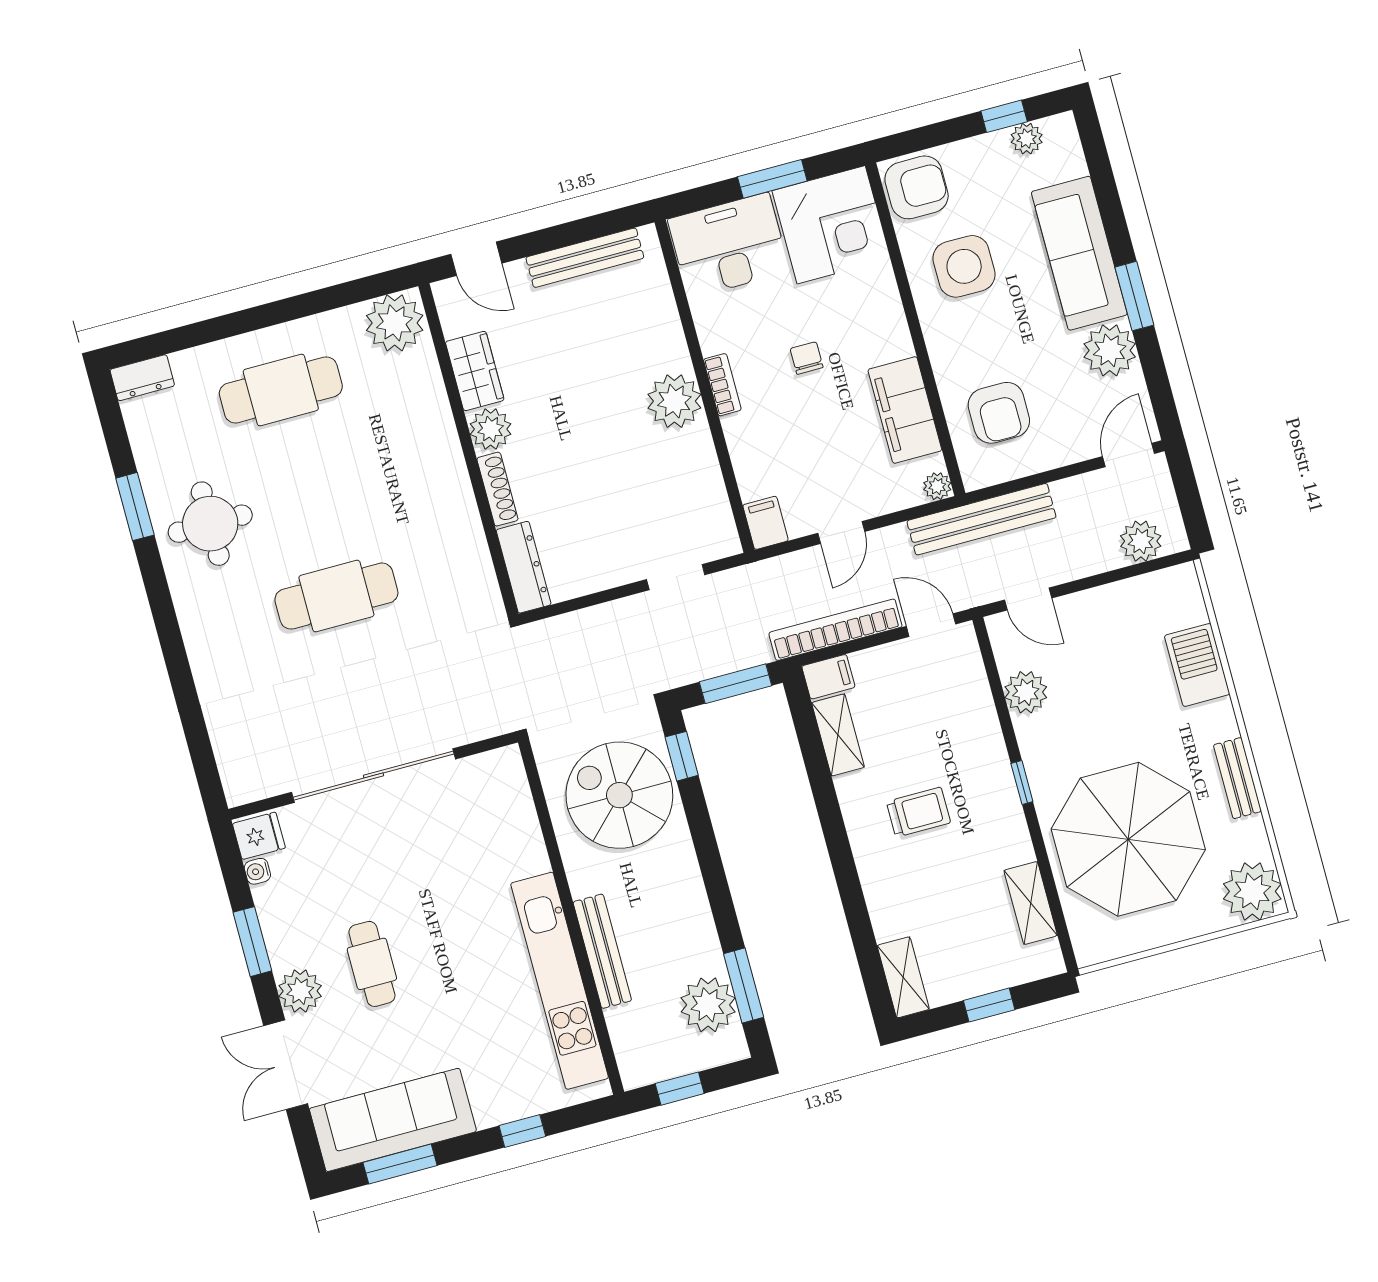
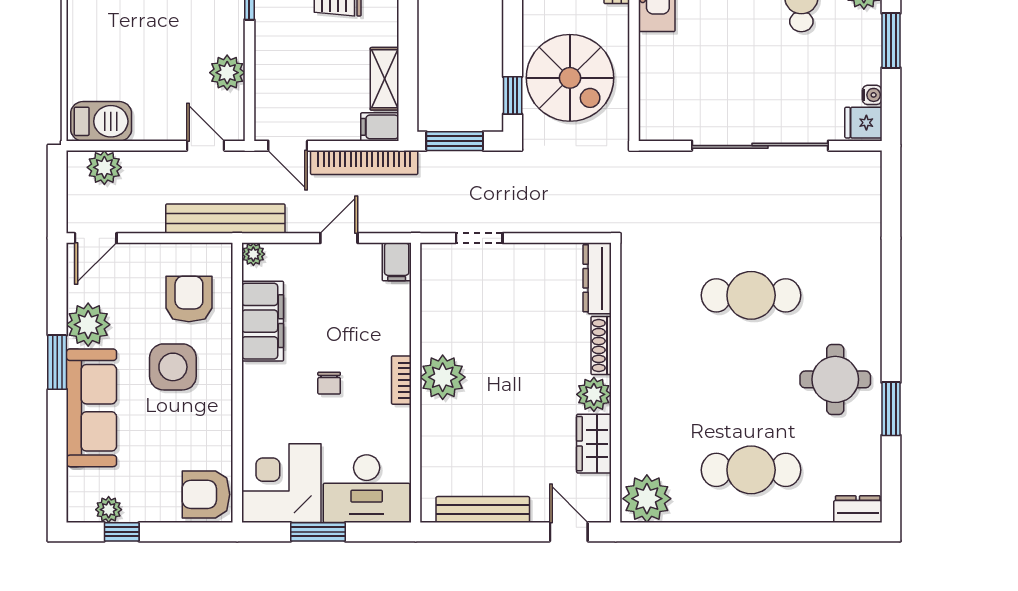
side table: (964, 266) -> (173, 367), moved
barbecue: (1197, 665) -> (101, 121), moved, turned -90

